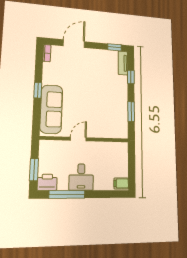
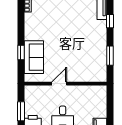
window: (38, 90) -> (21, 53), moved
sofa: (51, 109) -> (34, 57), width x0.73

